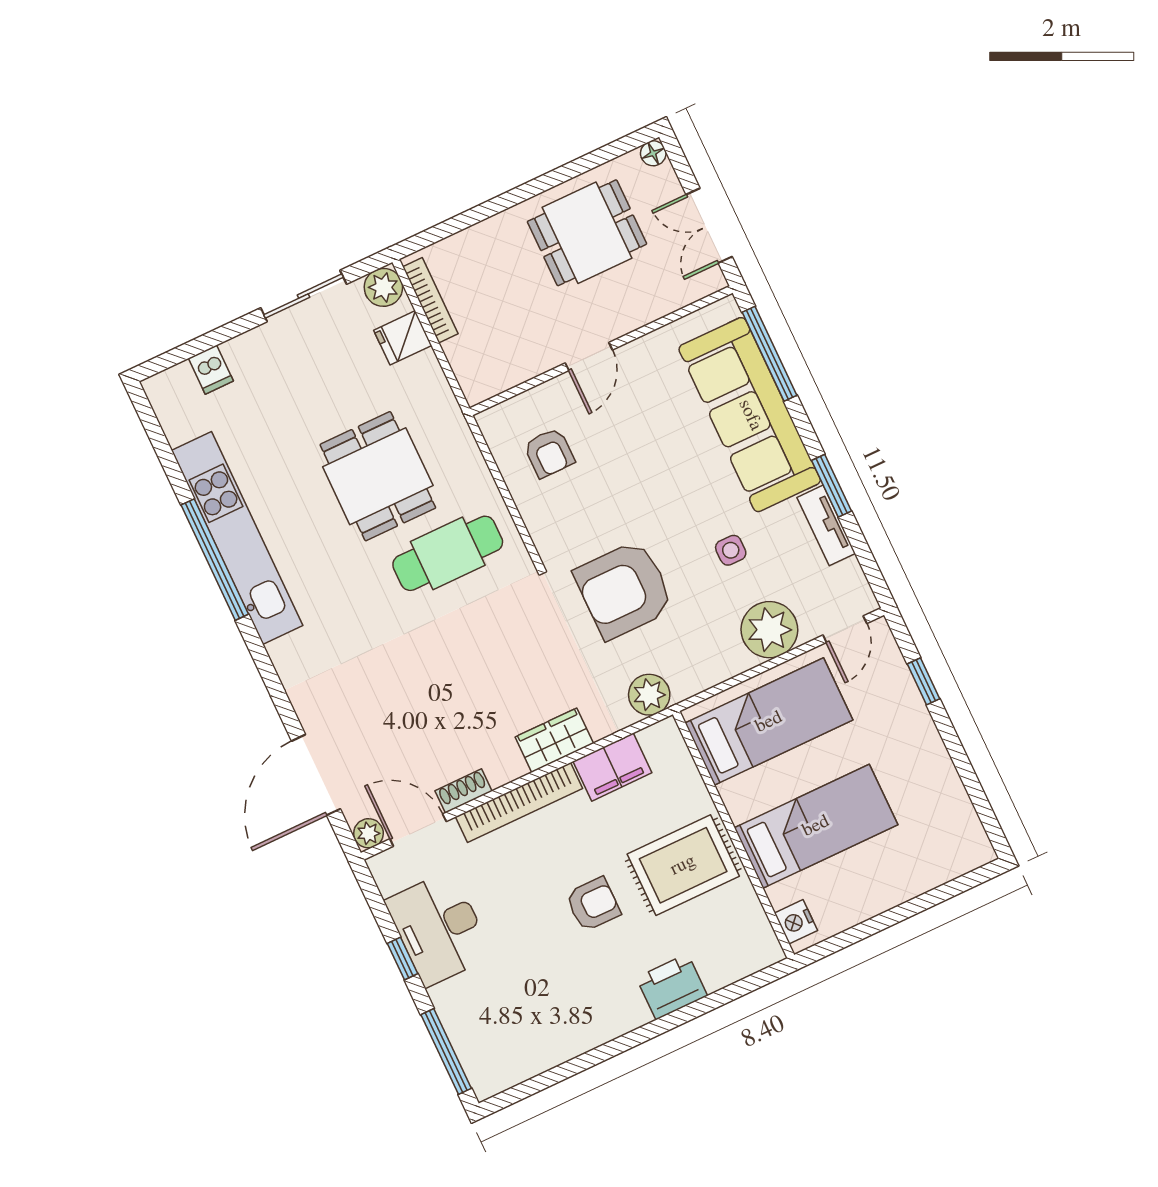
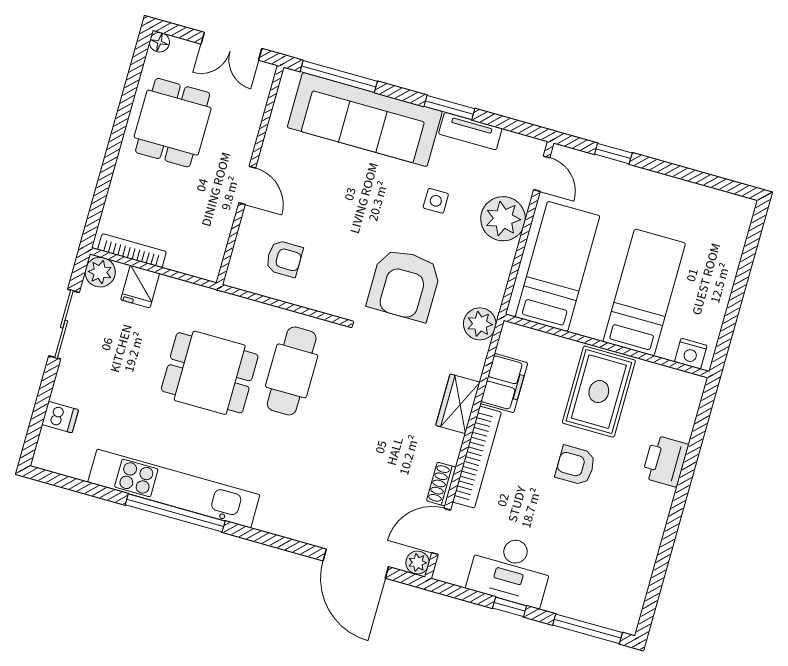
armchair: (593, 904) -> (576, 465), turned -90

